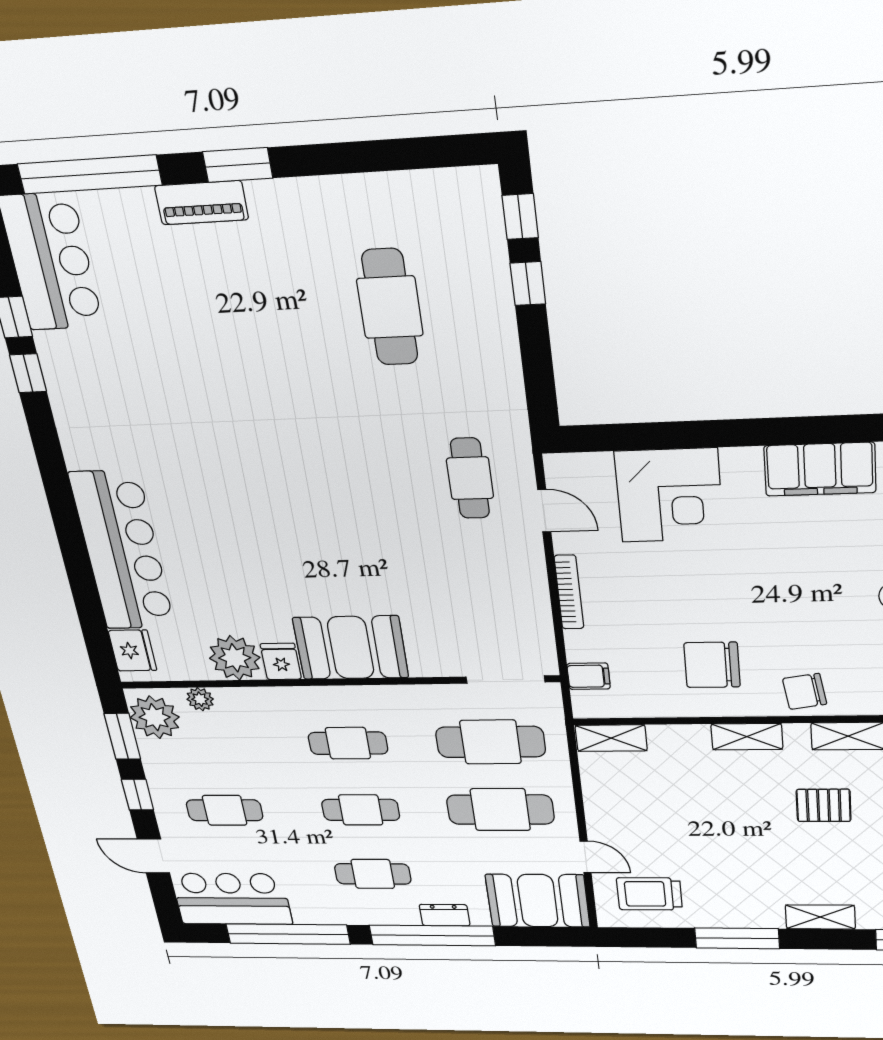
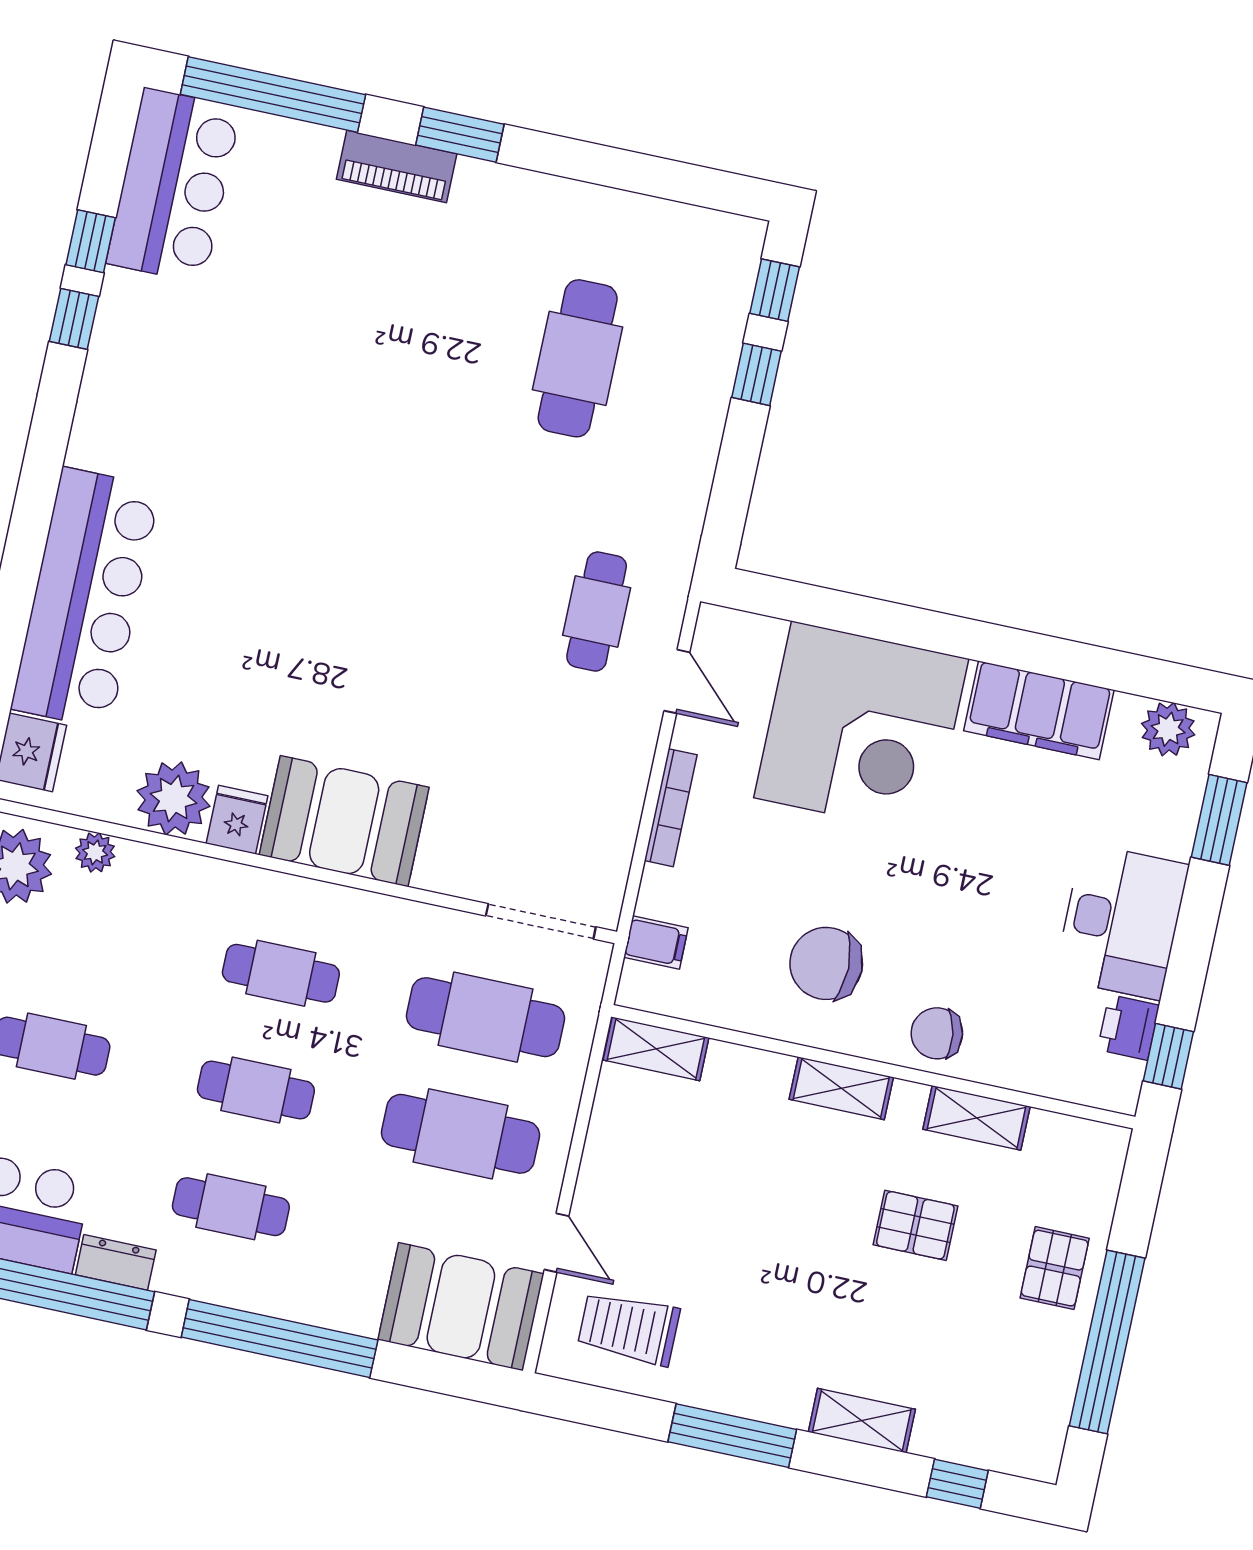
corner desk: (669, 495) -> (861, 728), width x1.36, depth x1.36
dresser: (445, 915) -> (116, 1262), moved

